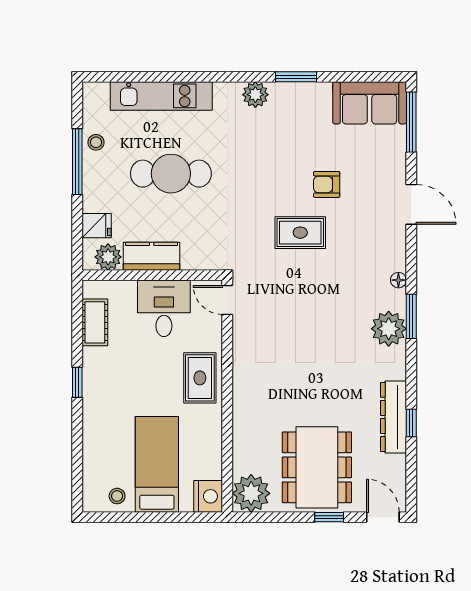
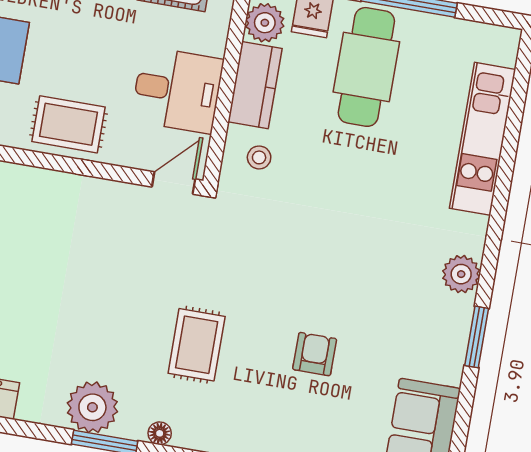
stool: (96, 142) -> (259, 157), moved
cafe table: (171, 174) -> (366, 67), moved
rug: (300, 233) -> (197, 345), moved

